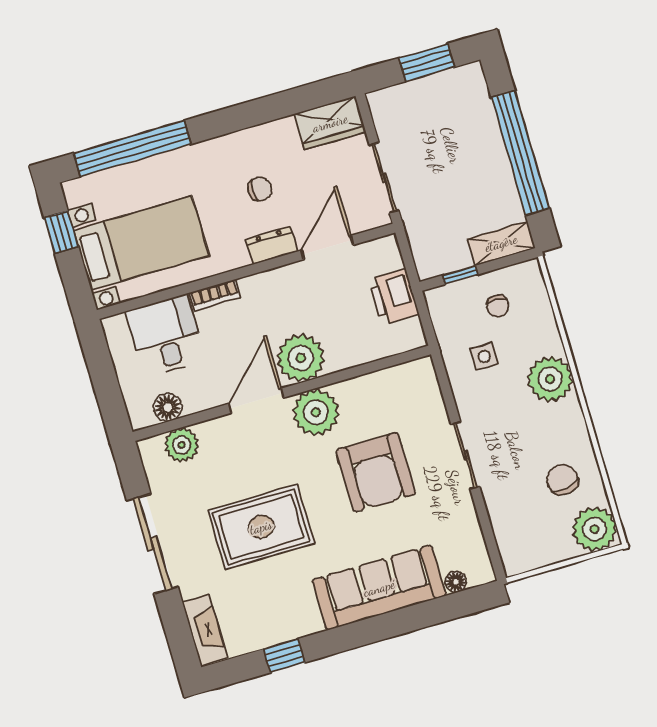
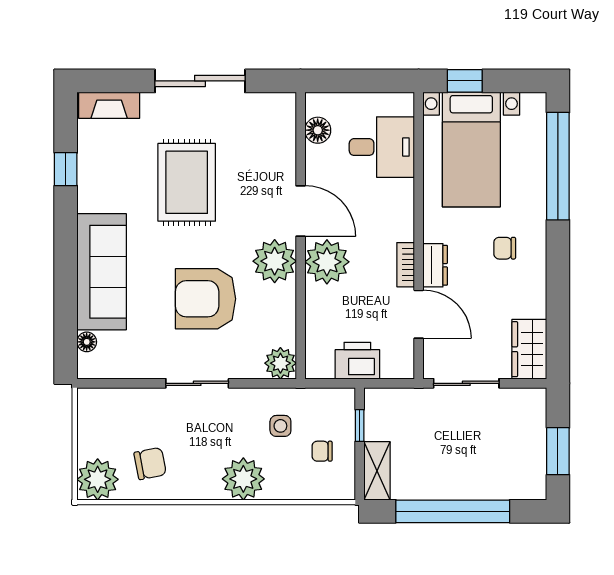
chair: (260, 189) -> (505, 248), moved, turned 90
window: (61, 232) -> (465, 81), moved
bookcase: (215, 295) -> (406, 265), moved
plant: (182, 445) -> (280, 363), moved

